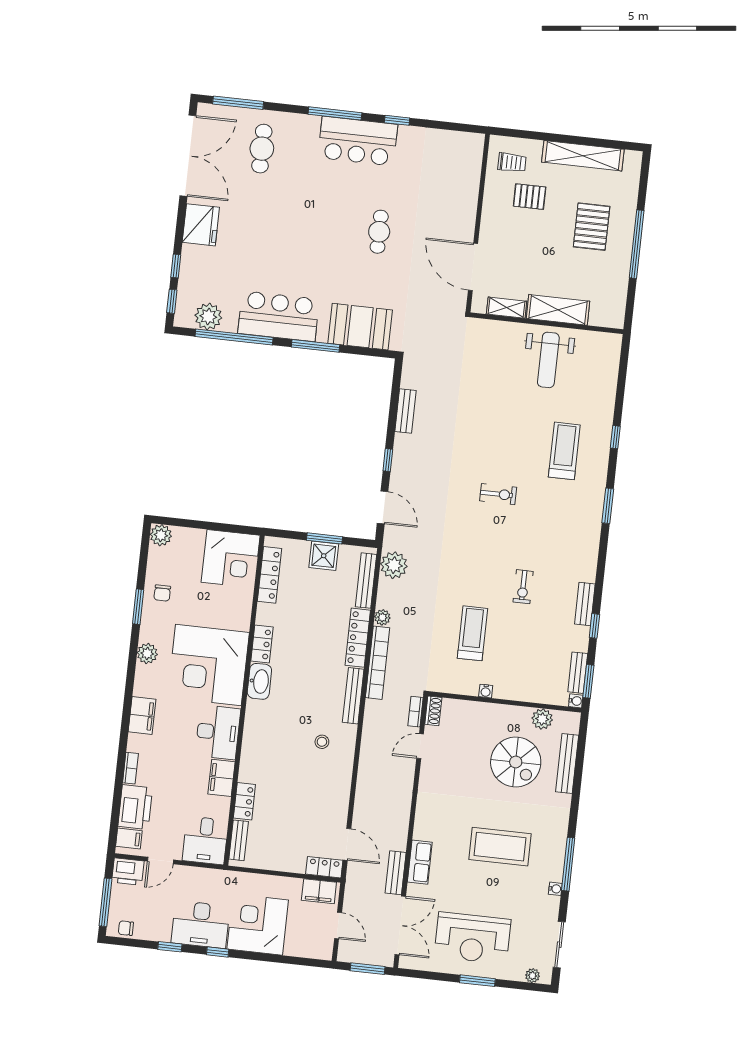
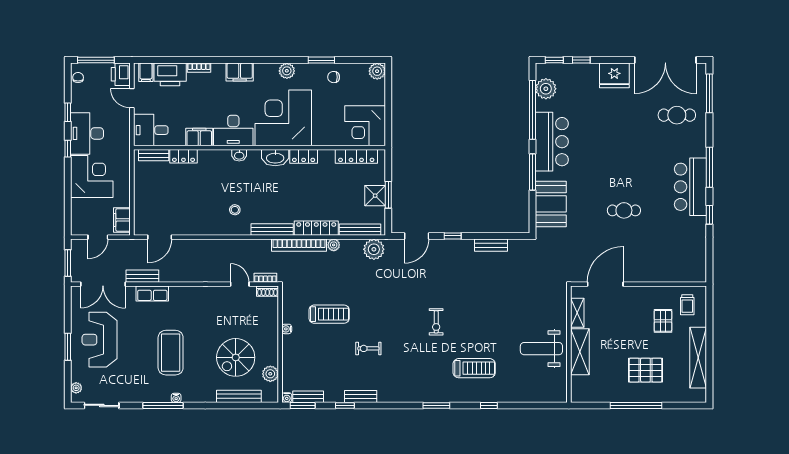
washbasin: (251, 728) -> (239, 155), added
locker: (324, 867) -> (141, 222), removed
water cooler: (555, 889) -> (176, 398), moved

